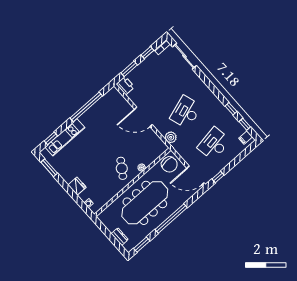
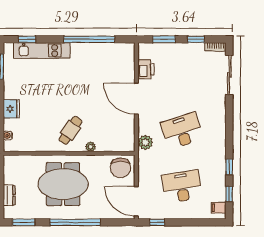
printer: (125, 85) -> (146, 69), moved
meeting table: (145, 203) -> (63, 184), width x0.73

